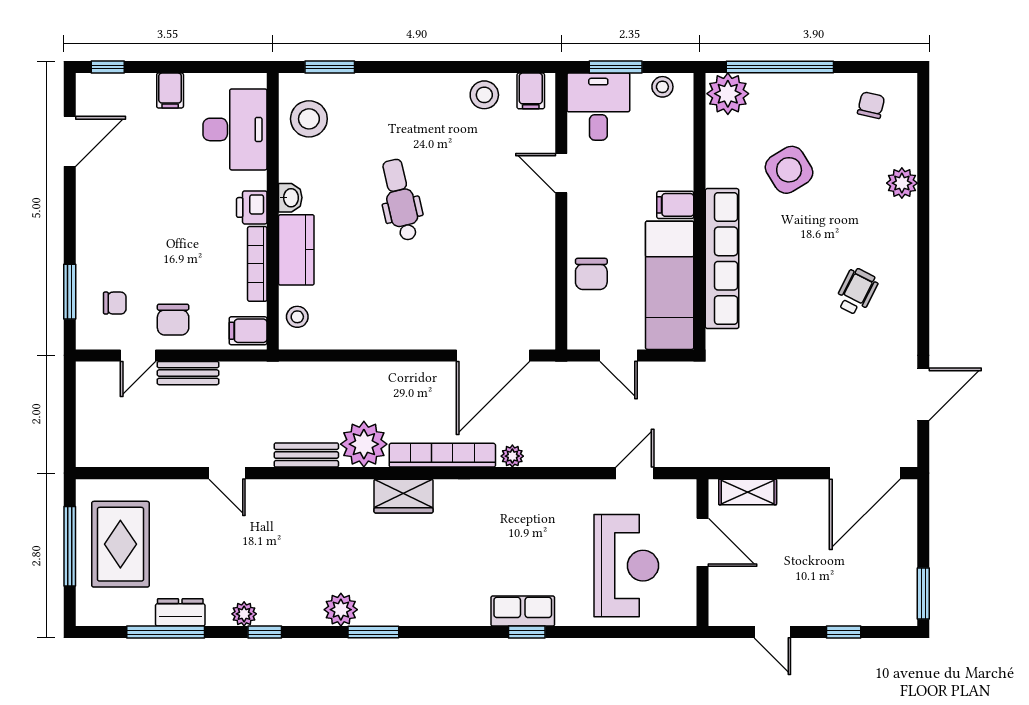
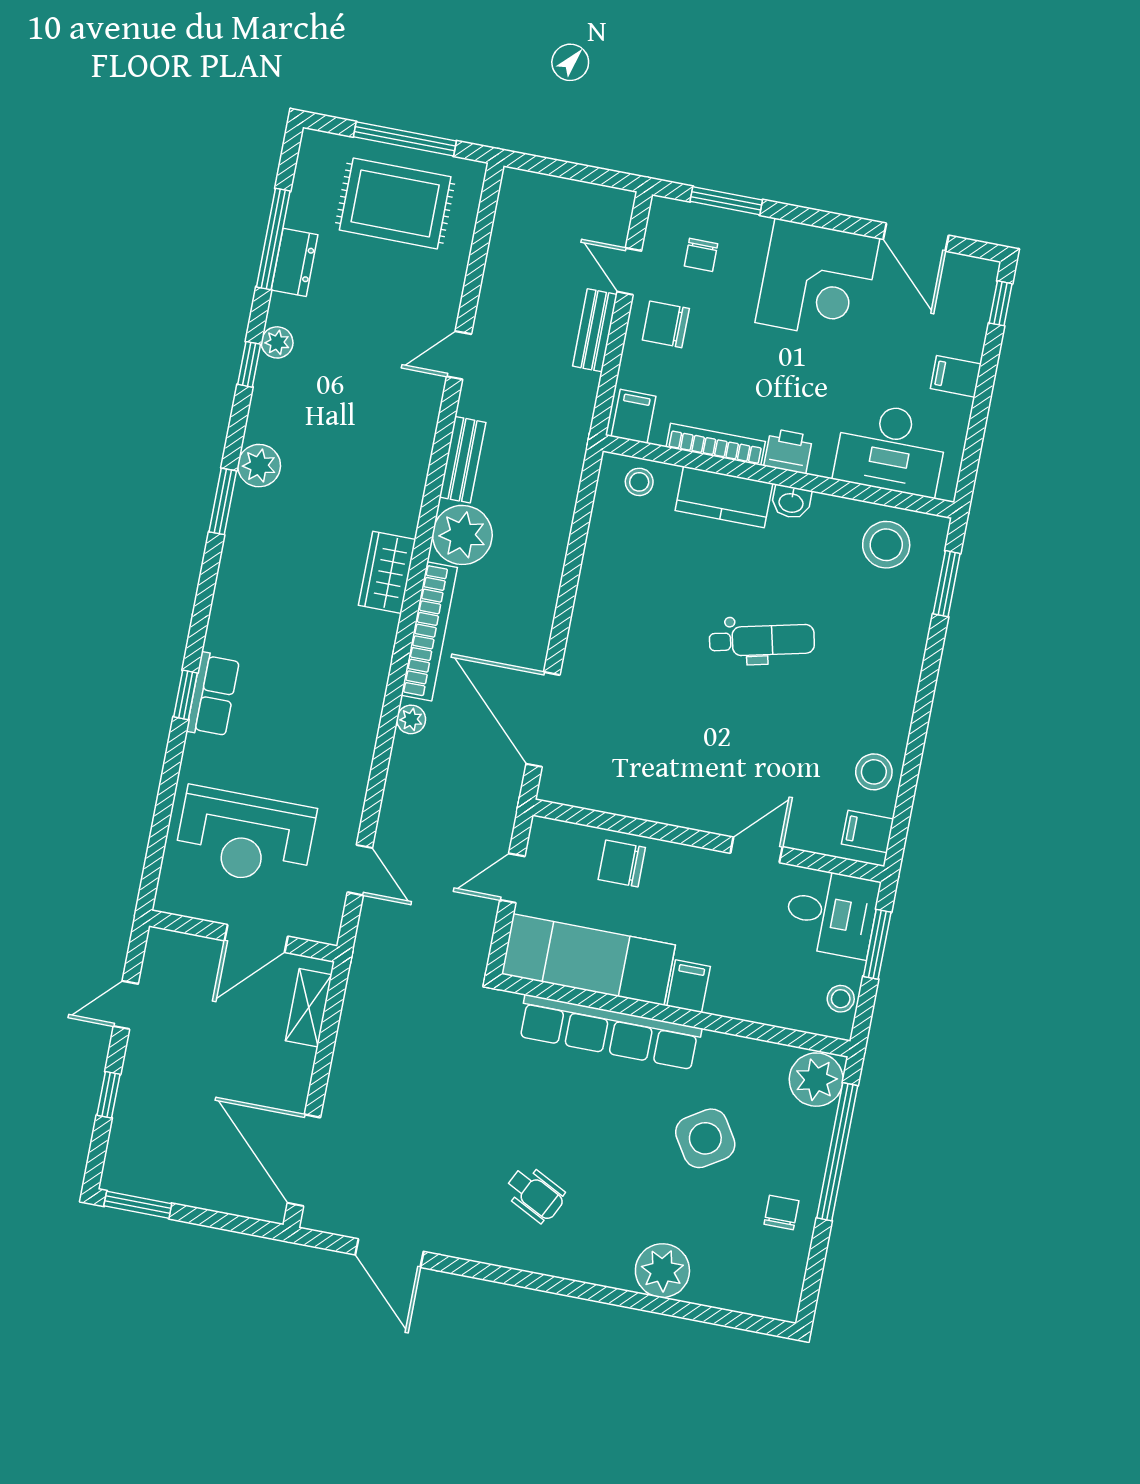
chair: (871, 105) -> (781, 1213), moved, turned -103
plant: (902, 183) -> (662, 1271), width x1.36, depth x1.36
corner desk: (117, 210) -> (817, 280), added

